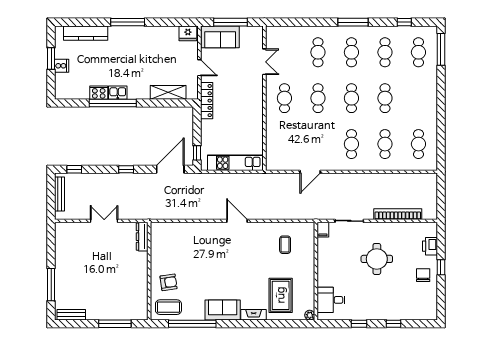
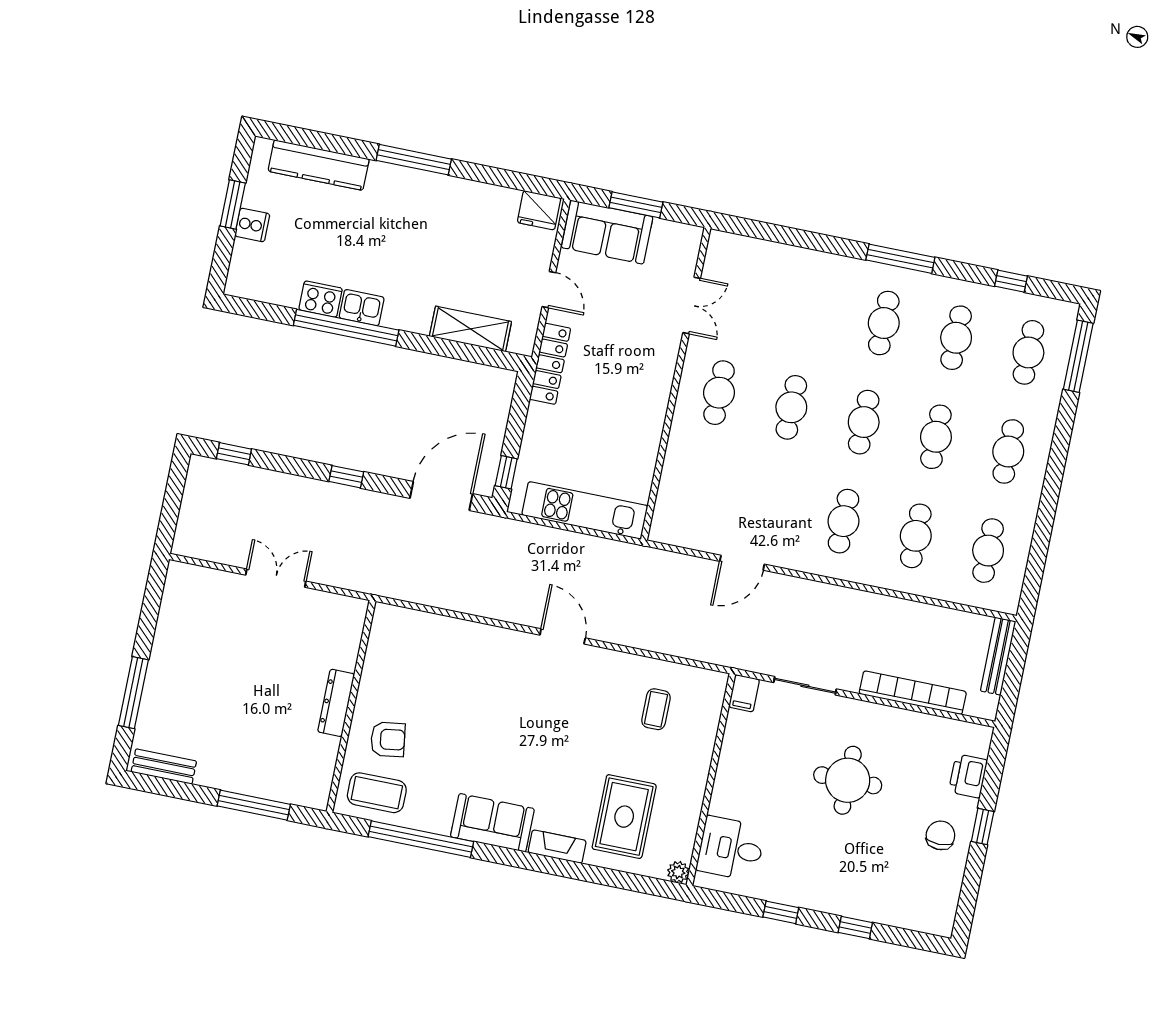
window: (231, 22) -> (636, 205), width x0.69
cafe table: (318, 52) -> (1008, 451), moved
bench: (60, 194) -> (998, 656), moved
dresser: (142, 237) -> (336, 703), moved

